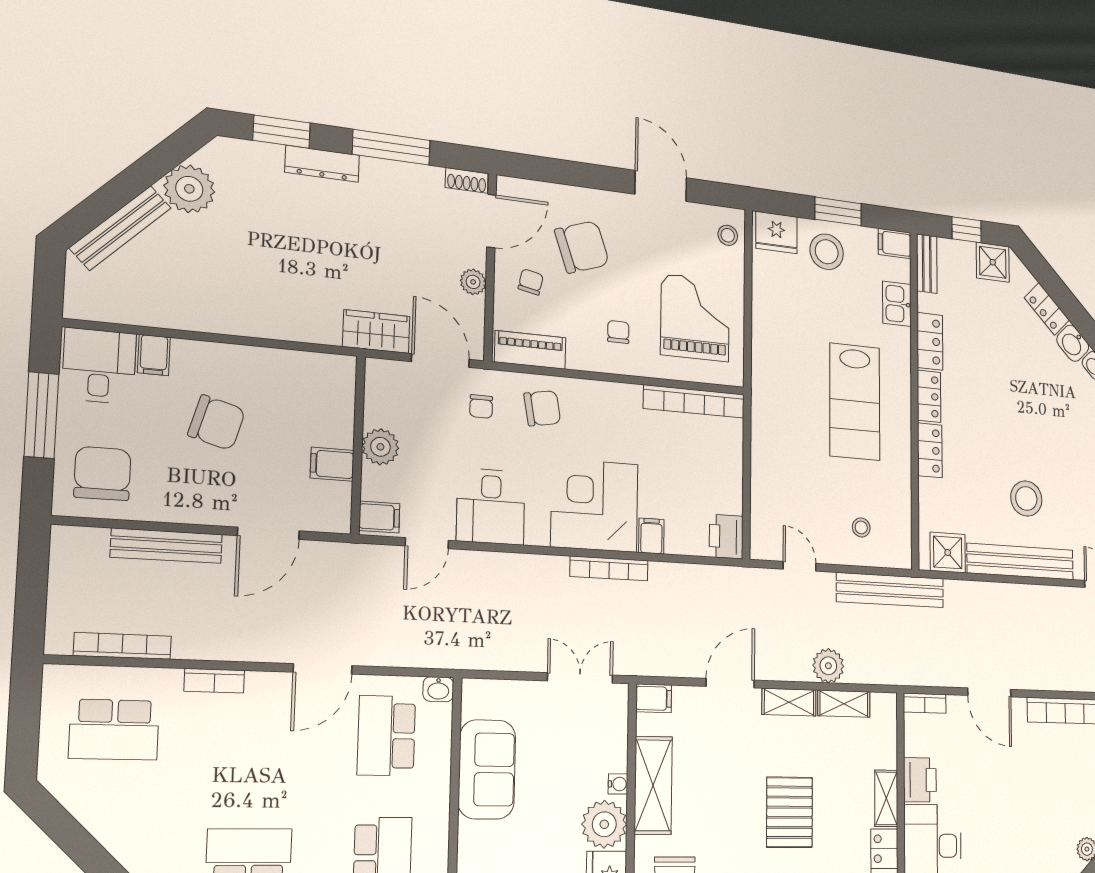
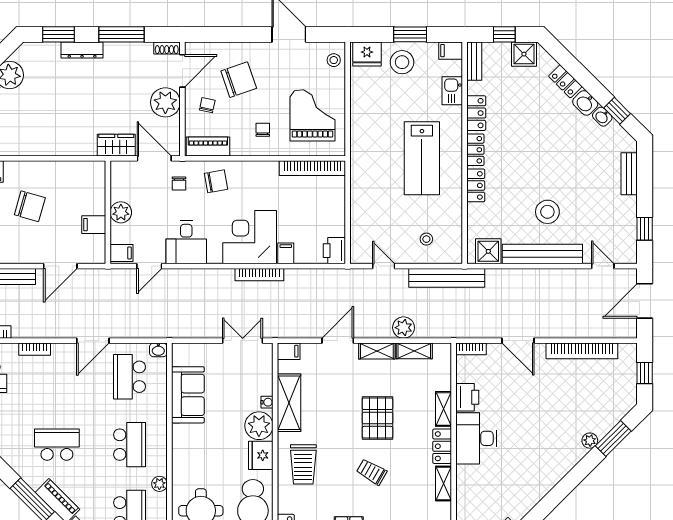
plant: (473, 282) -> (165, 102), width x1.87, depth x1.87

